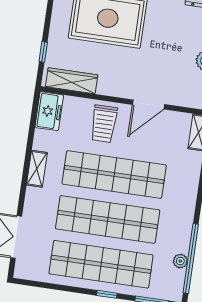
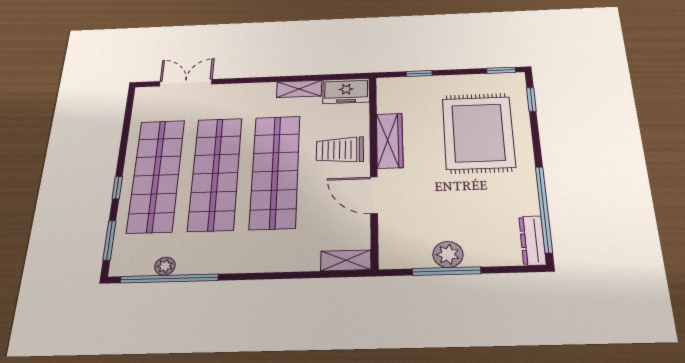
wardrobe: (72, 81) -> (390, 141), moved
shelving: (37, 169) -> (299, 89), moved

